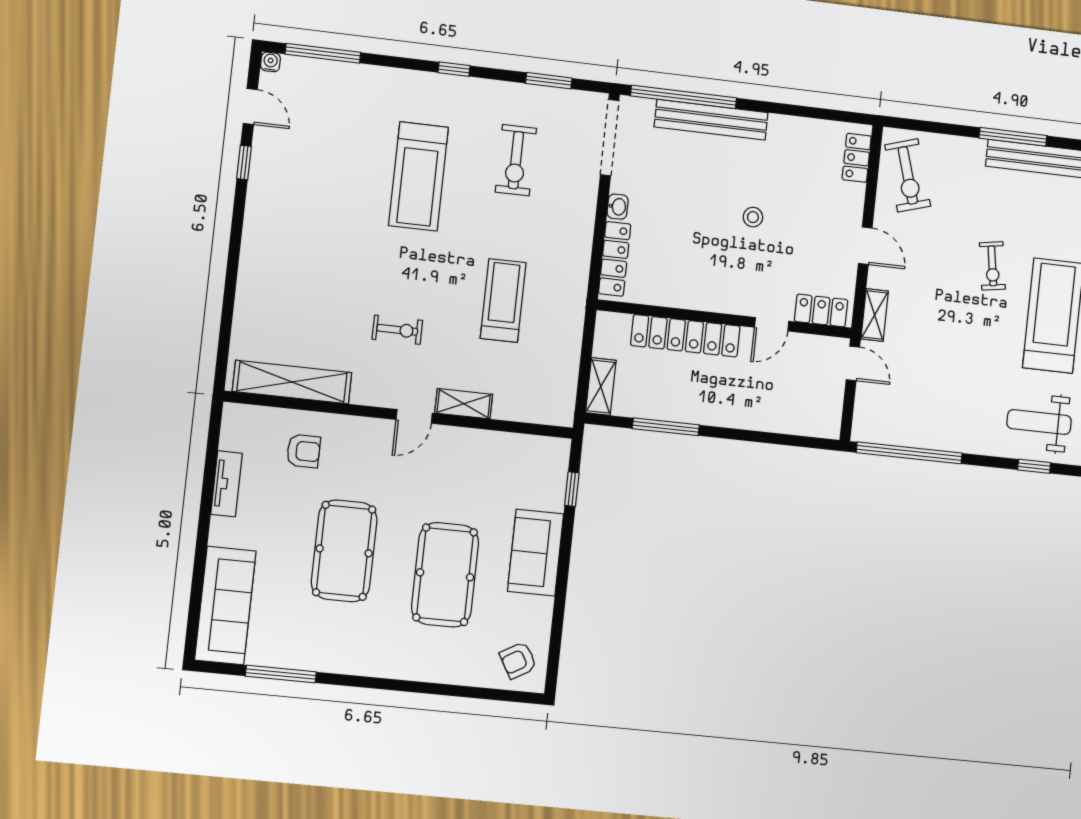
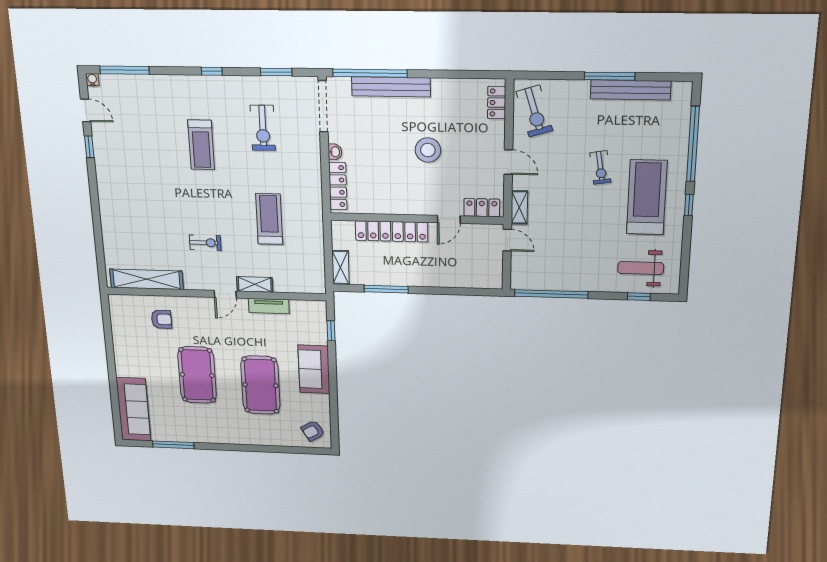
treadmill: (418, 176) -> (201, 145), width x0.73, depth x0.73
stool: (753, 217) -> (428, 150), width x1.89, depth x1.89
tv unit: (226, 484) -> (269, 306), moved, turned 90

